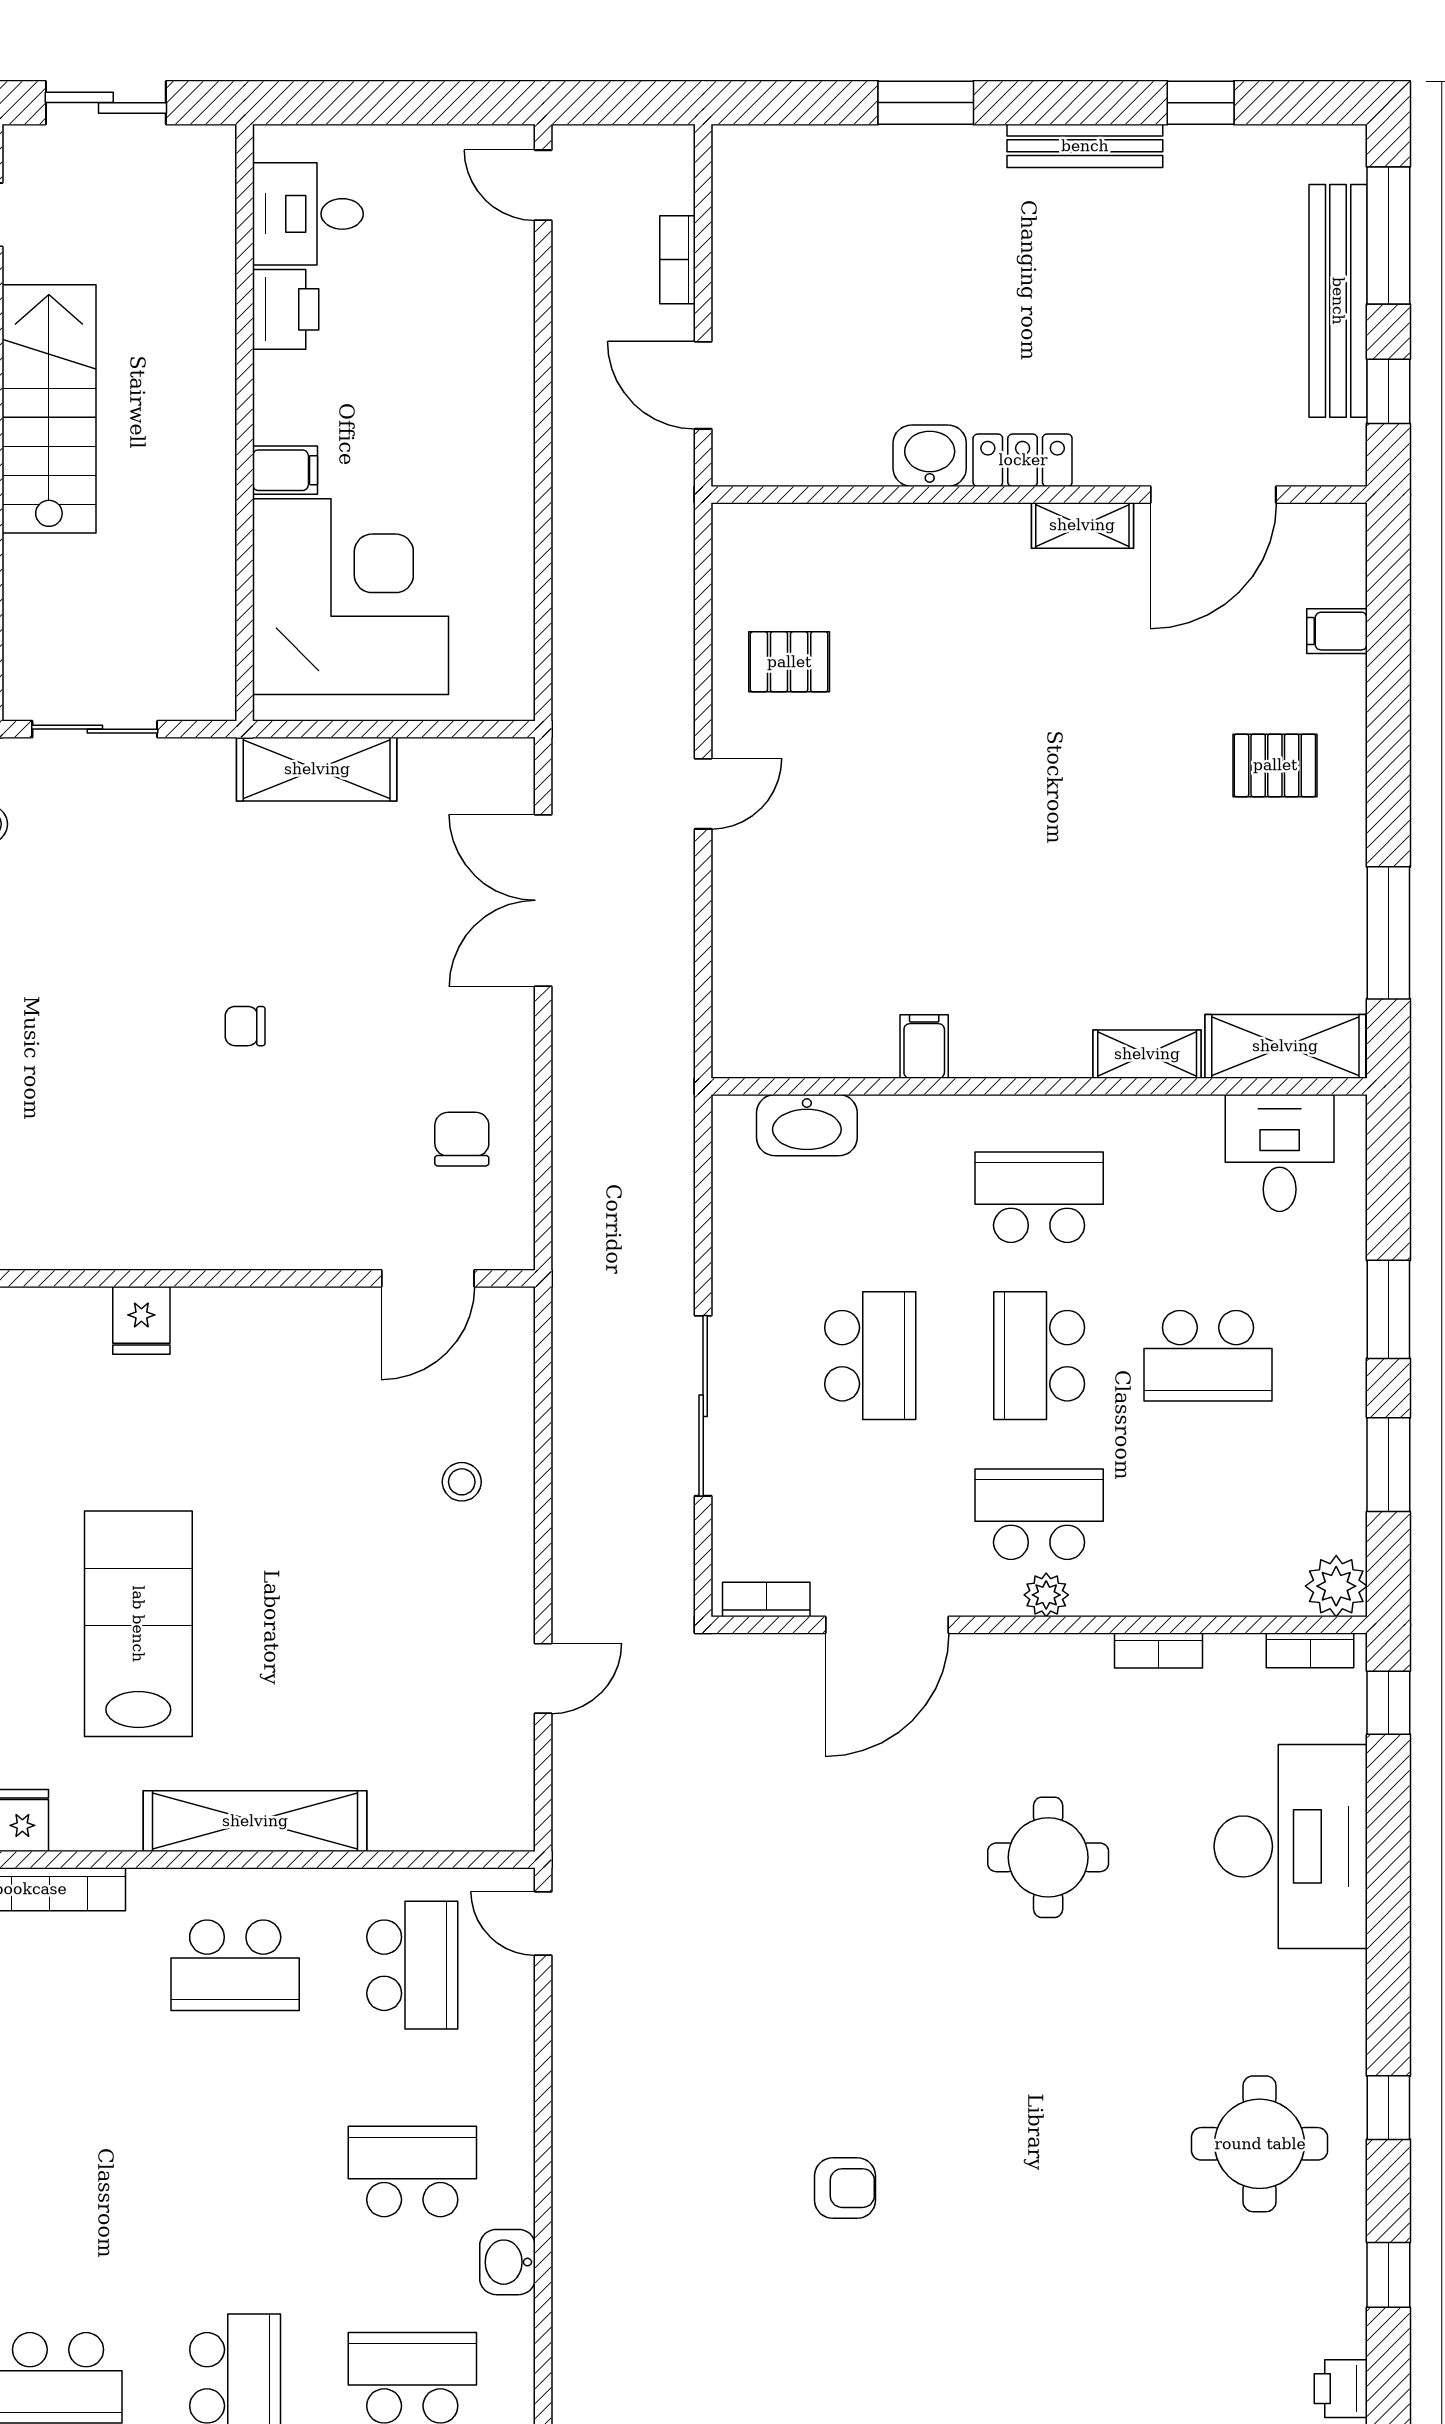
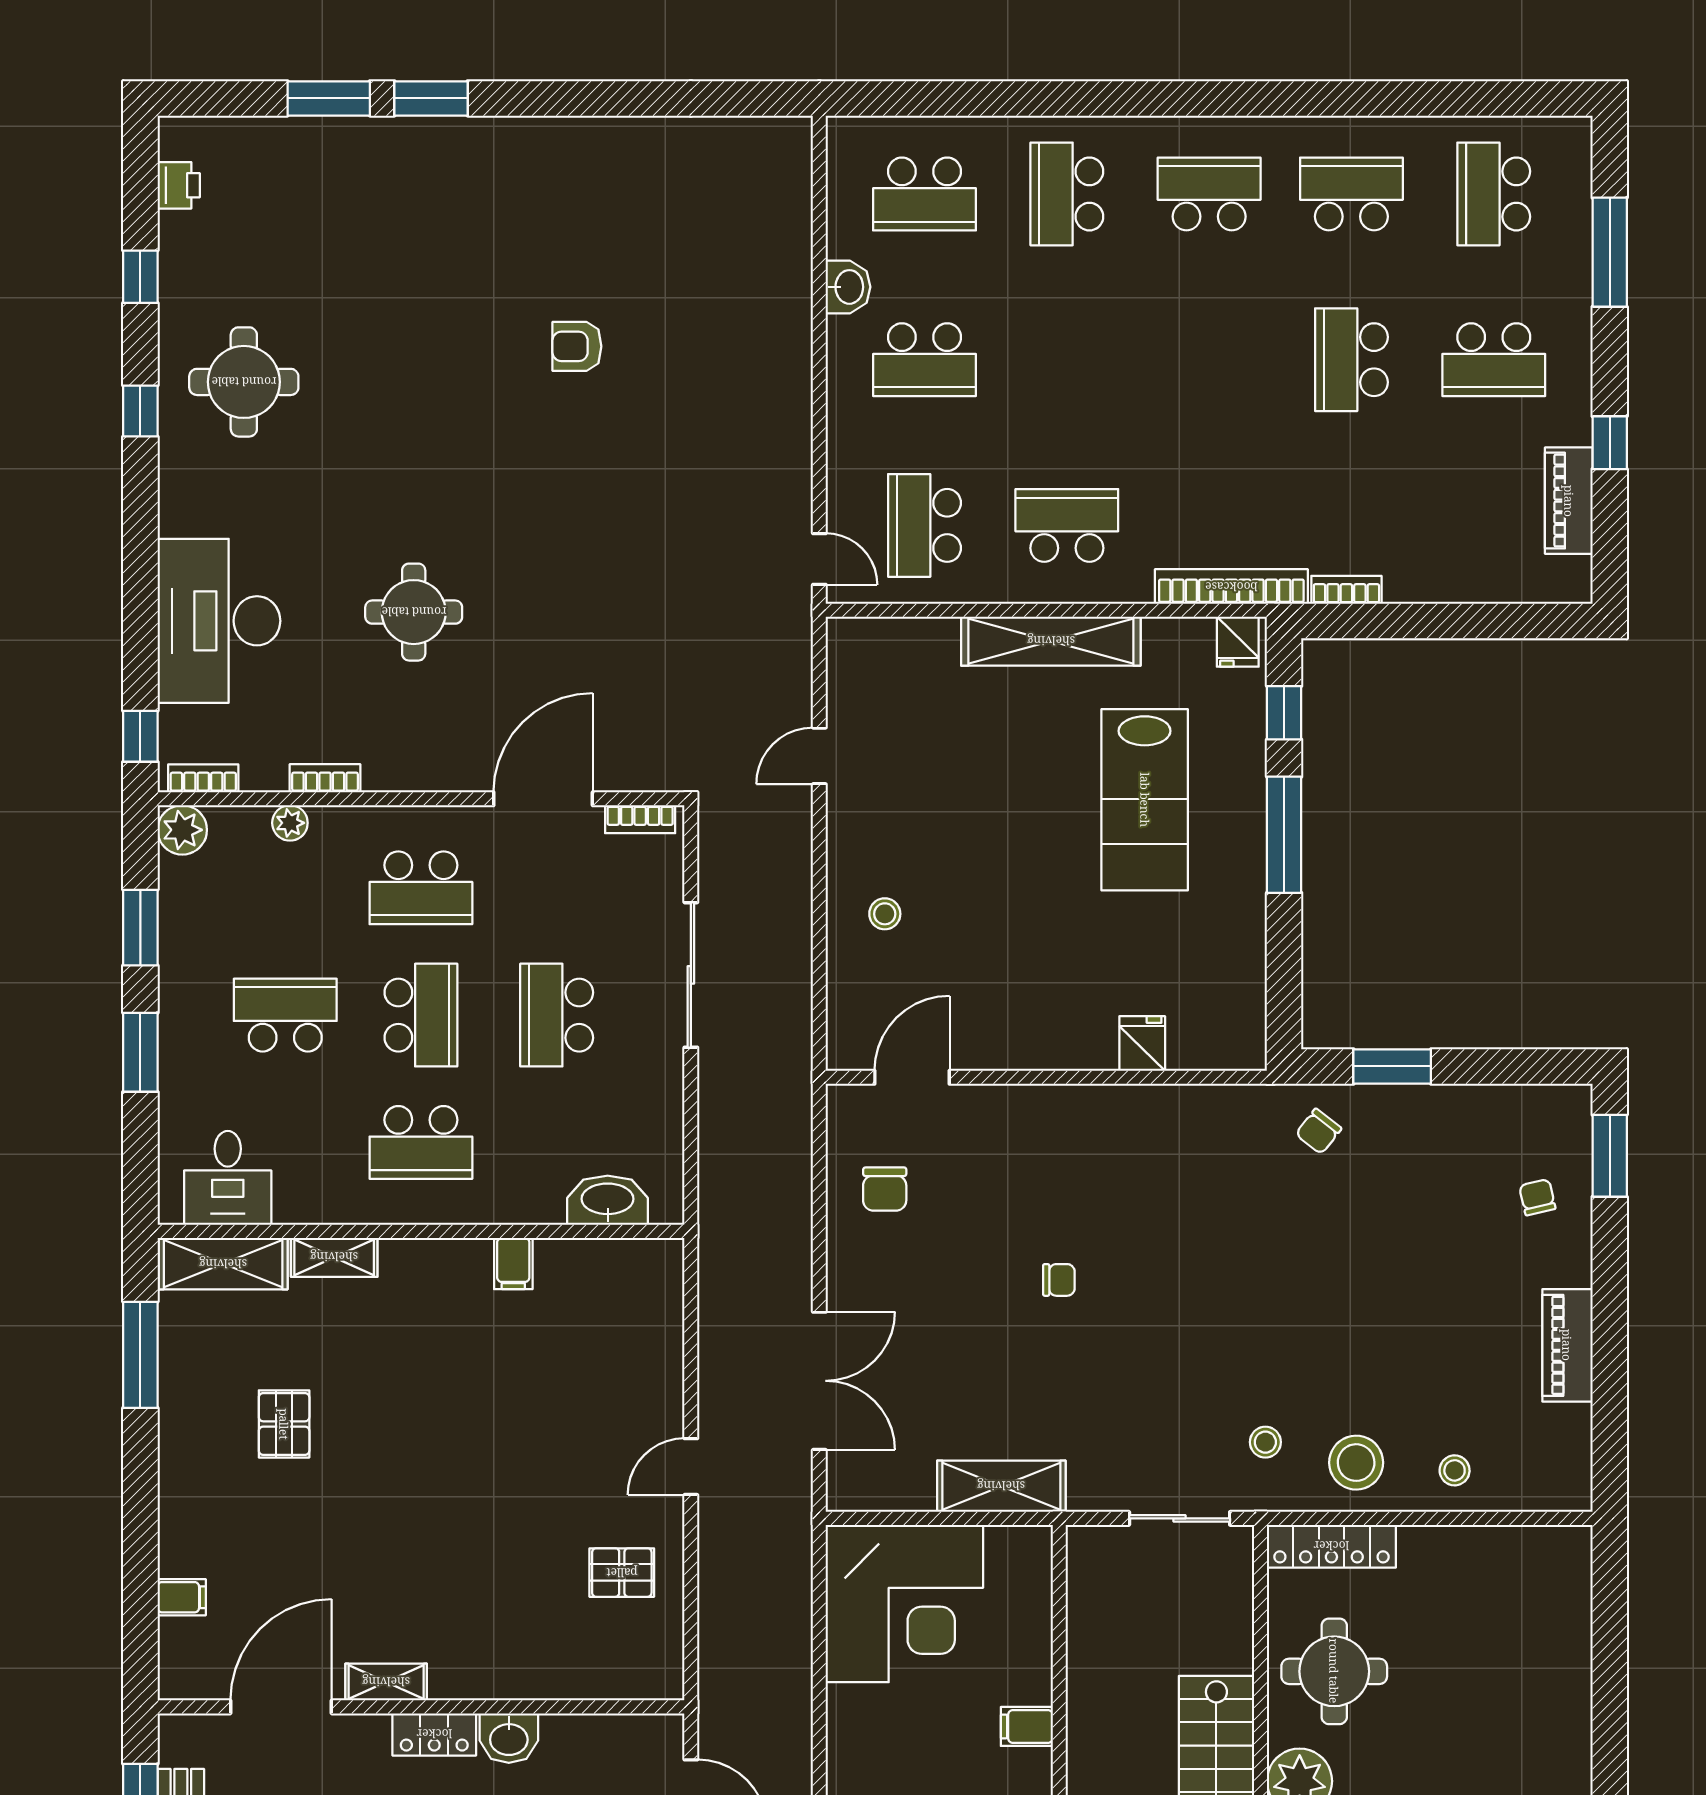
corner desk: (351, 597) -> (904, 1604), moved, turned -90
pallet: (1275, 765) -> (284, 1424), moved, turned 90
plant: (1046, 1595) -> (290, 823), moved

